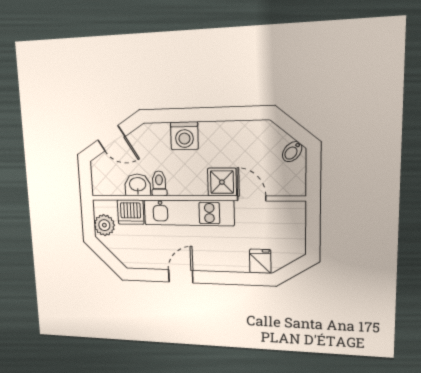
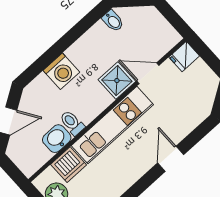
bidet: (292, 152) -> (113, 21), moved, turned -39
fridge: (260, 261) -> (184, 56), moved, turned -90
door: (181, 276) -> (171, 159), moved

